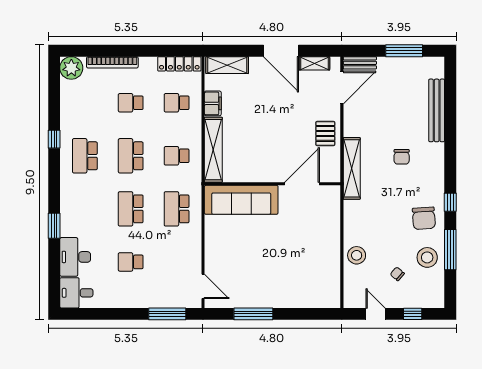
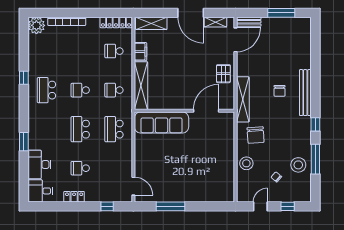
school desk: (131, 103) -> (80, 51), removed
bench: (437, 110) -> (305, 93), moved
school desk: (131, 156) -> (80, 90), width x0.54
chair: (424, 218) -> (256, 135), moved
locker: (122, 301) -> (74, 197), added
window: (167, 314) -> (107, 206), width x0.46
door: (376, 314) -> (260, 206), hinge flipped

